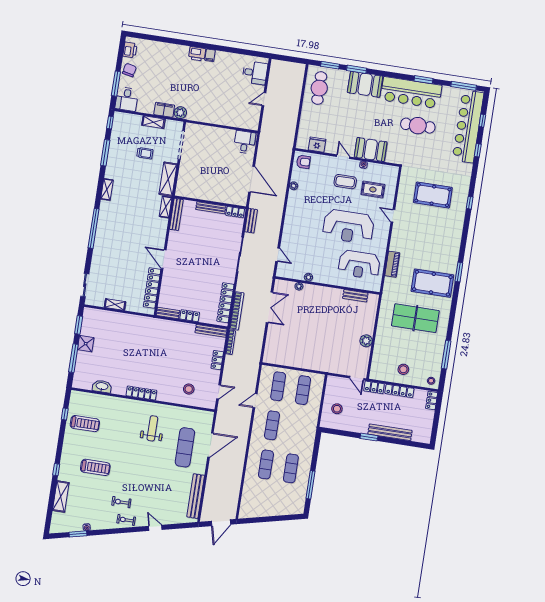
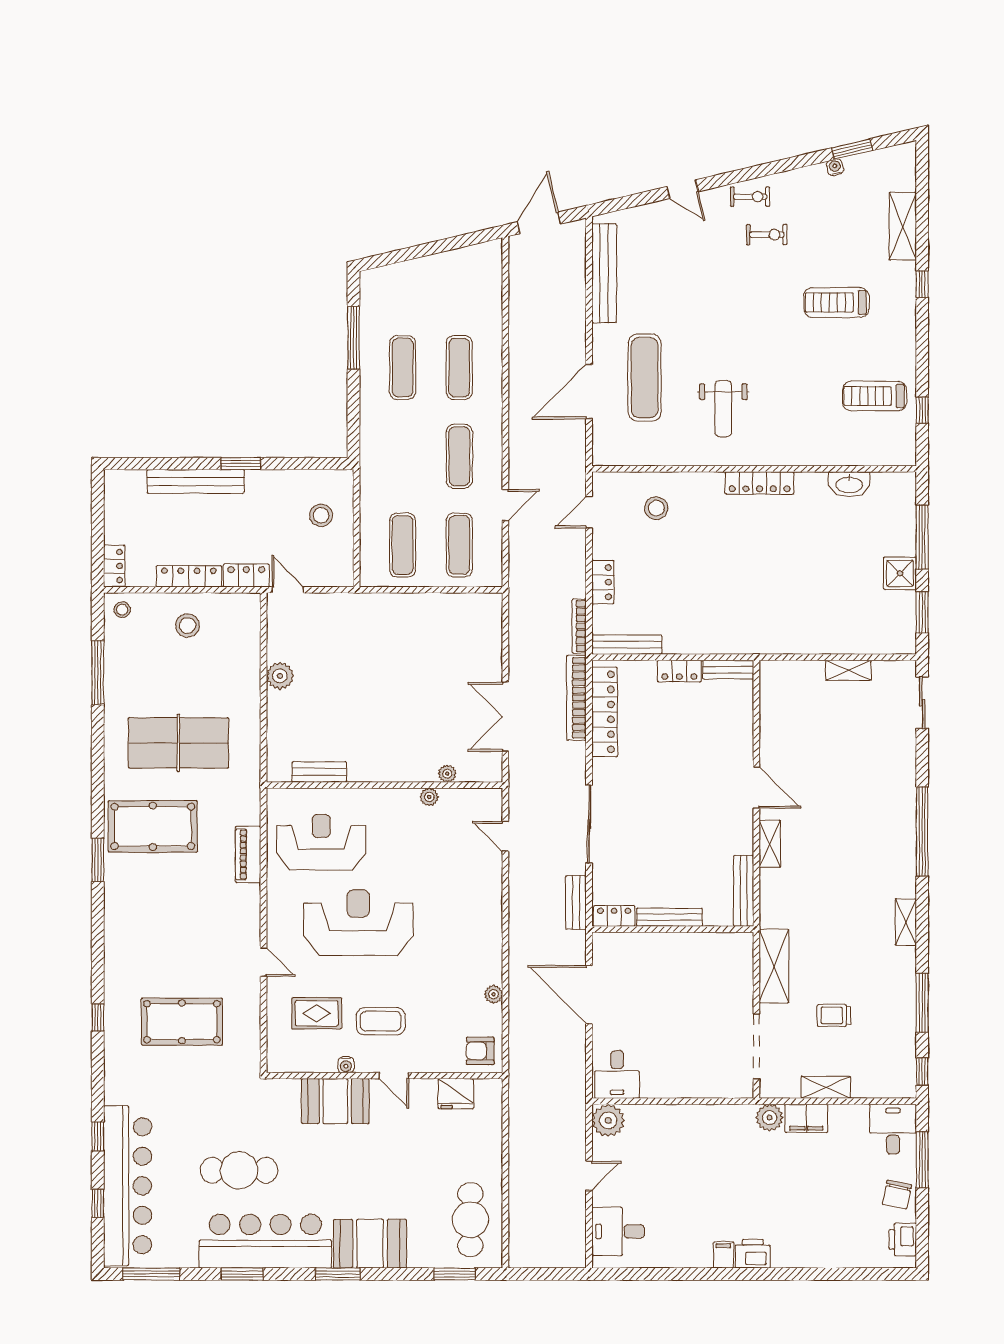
window: (357, 69) -> (338, 1274), moved
plant: (252, 122) -> (608, 1120), added
shelving: (166, 207) -> (770, 844), moved
locker: (152, 288) -> (772, 720), removed

